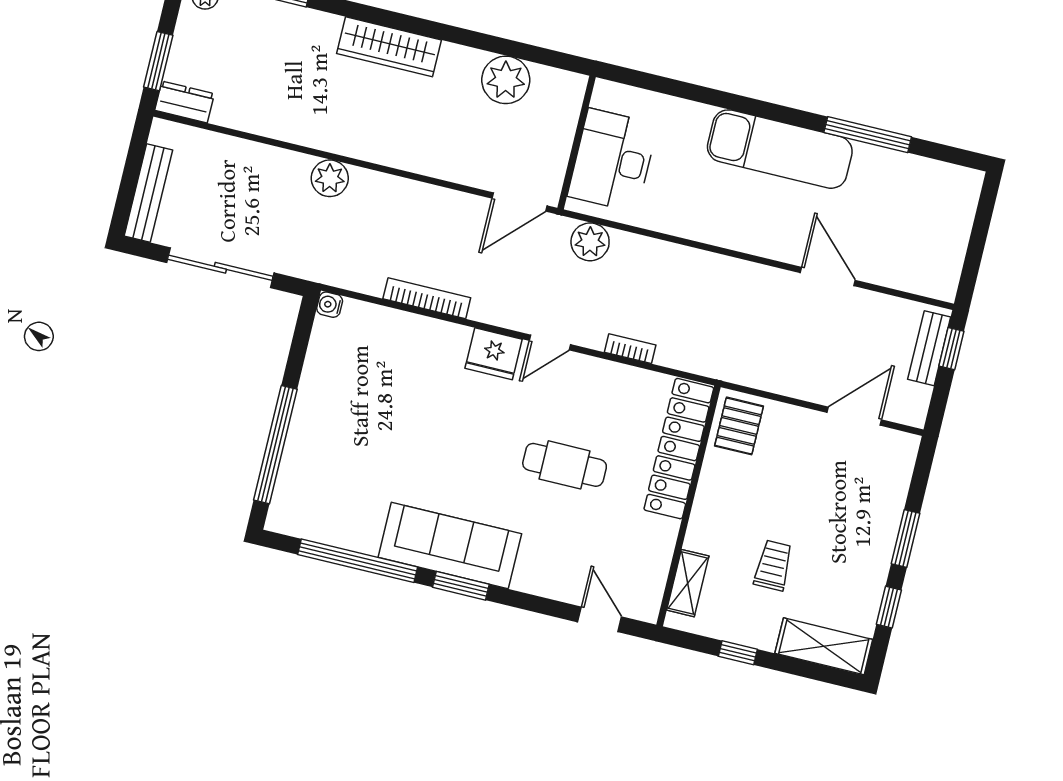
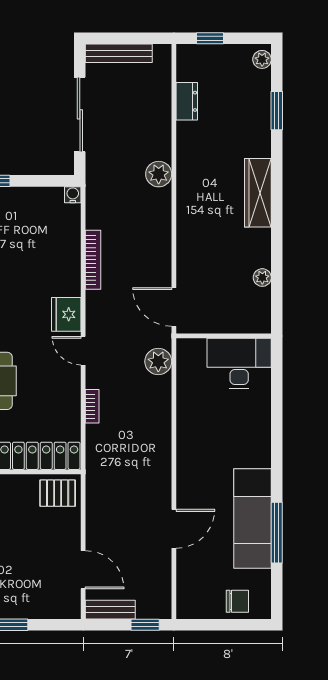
window: (158, 61) -> (210, 38), width x0.67
plant: (506, 80) -> (262, 278), width x0.53, depth x0.53
dresser: (184, 102) -> (187, 101), moved
exam couch: (780, 149) -> (253, 518), moved
desk: (613, 160) -> (239, 363), moved
chair: (950, 212) -> (237, 601), added
bench: (929, 348) -> (110, 610), moved

